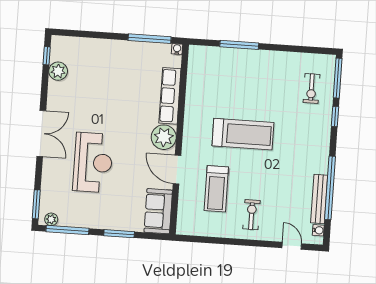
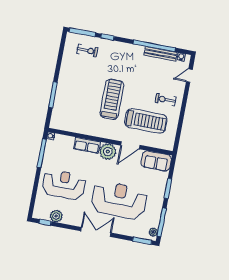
reception desk: (107, 77) -> (64, 185), added
row of seats: (170, 96) -> (87, 145), width x0.68
reception desk: (93, 162) -> (119, 200), width x1.36, depth x1.30
treadmill: (216, 189) -> (146, 121), width x1.37, depth x1.38

